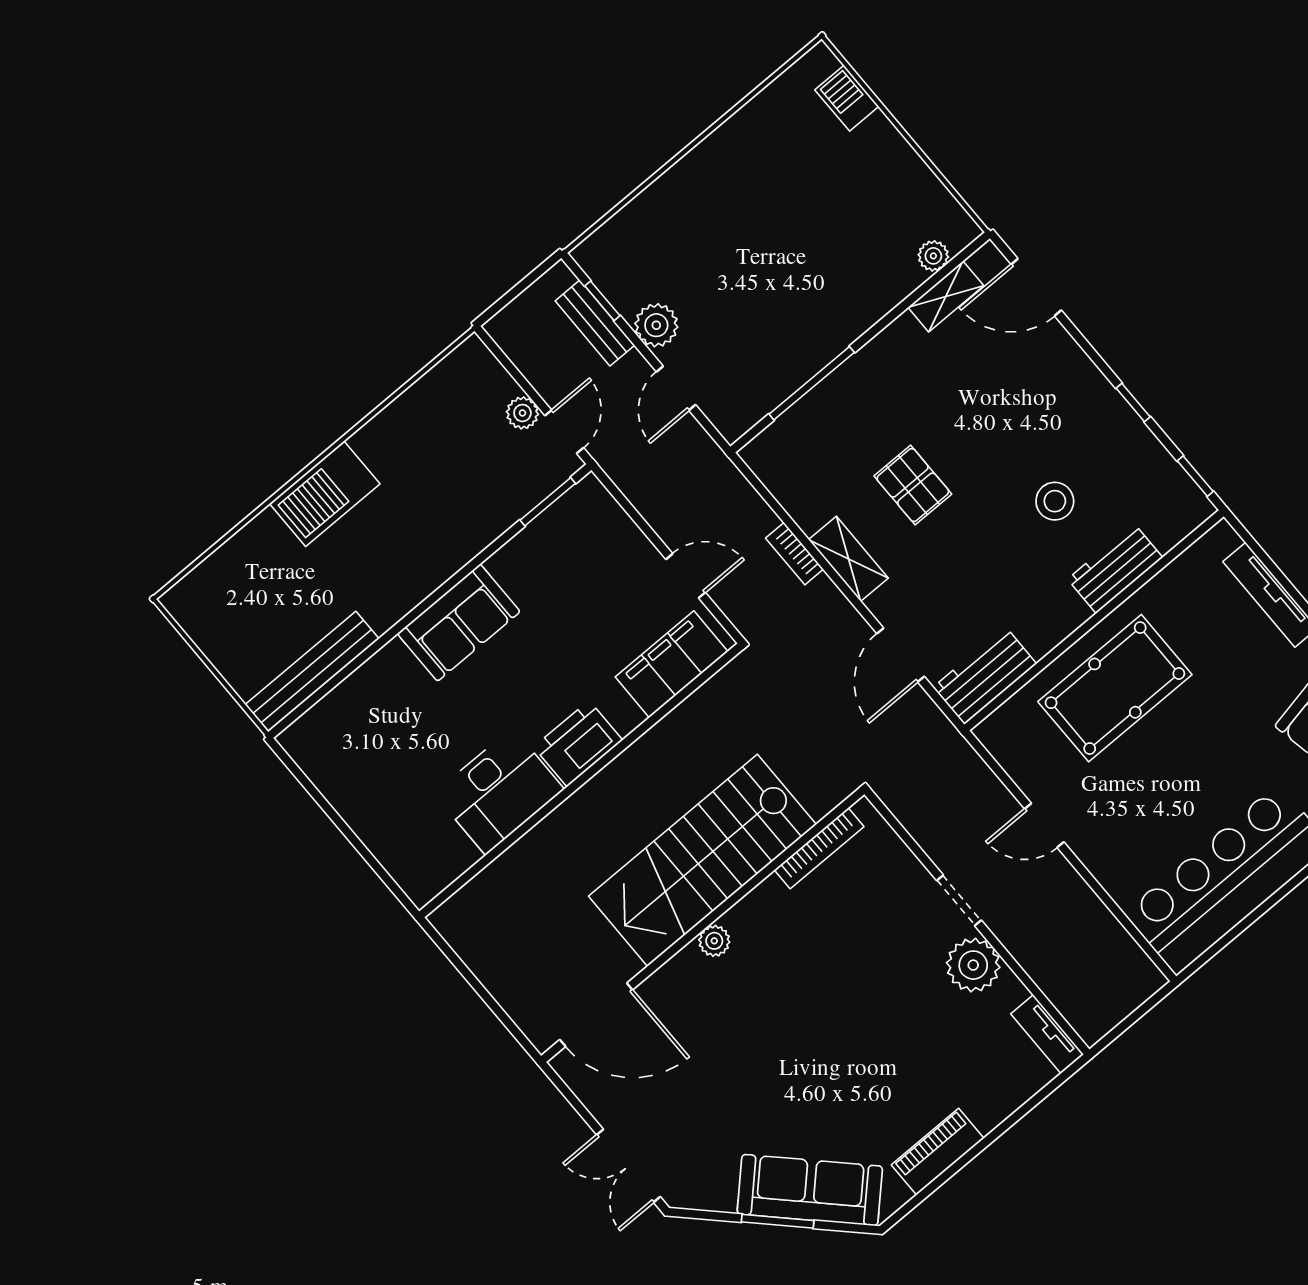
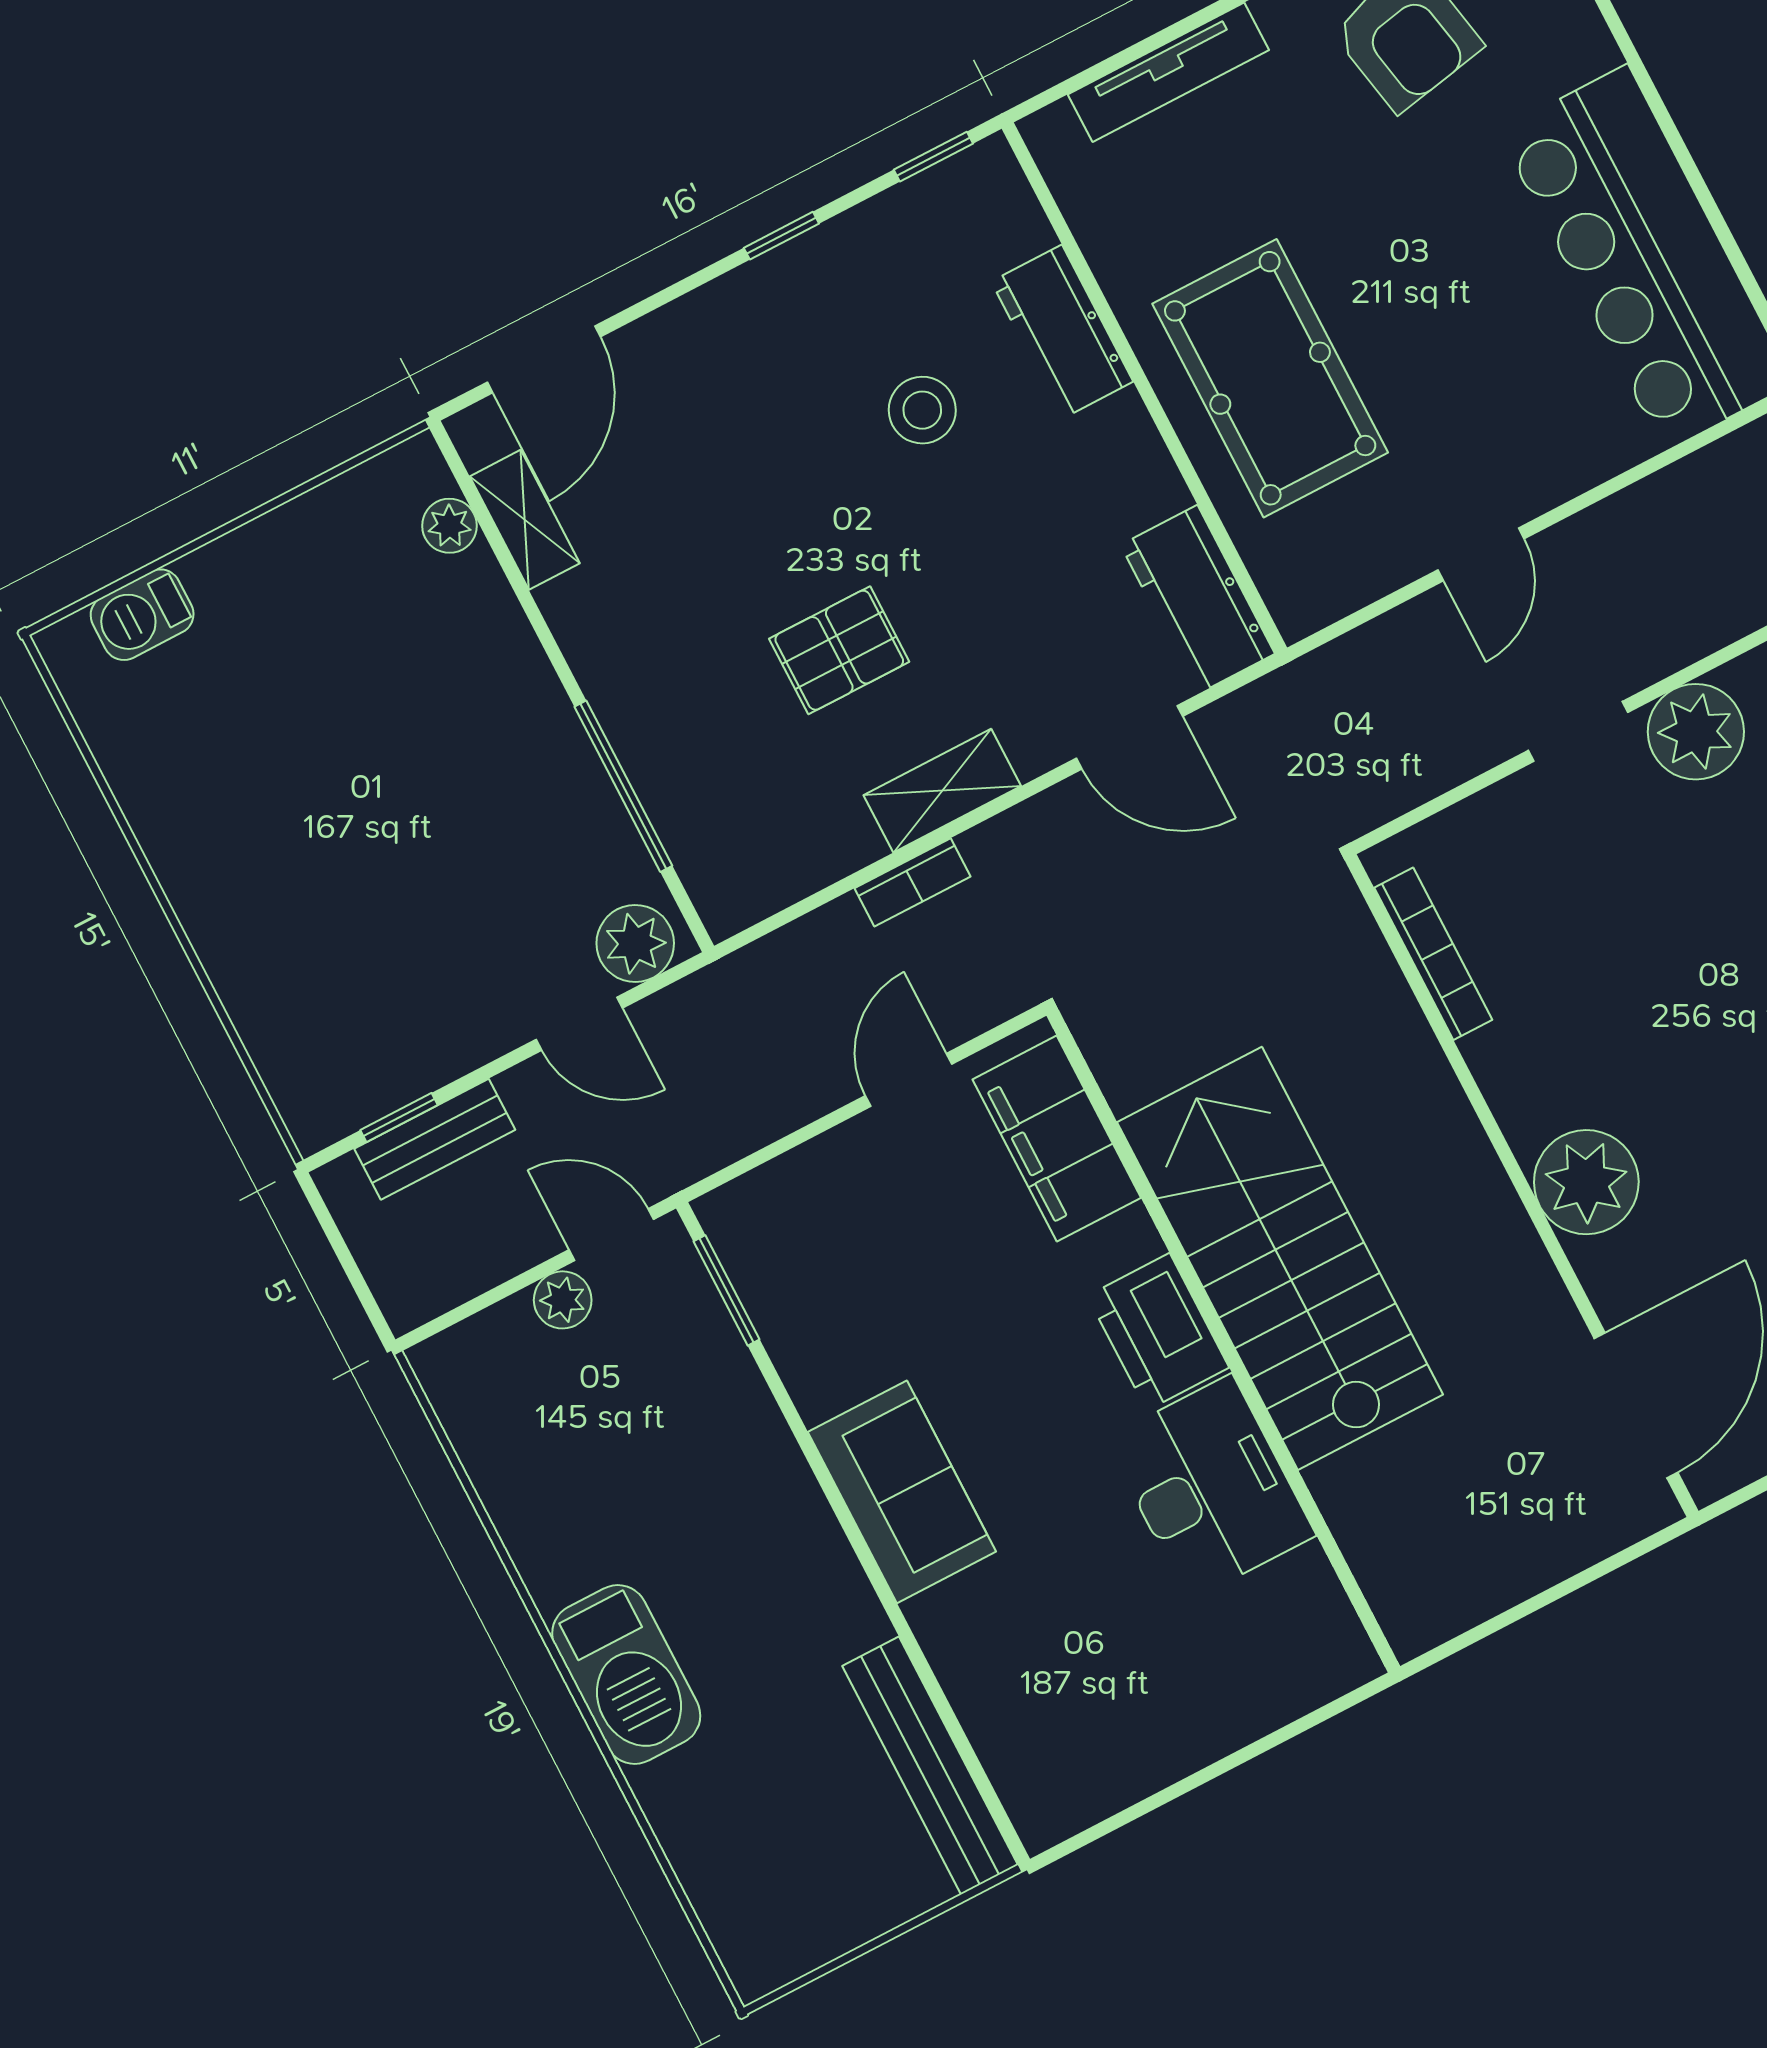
plant: (656, 325) -> (635, 943), moved
stairs: (702, 860) -> (1280, 1258), moved, turned 180
plant: (714, 941) -> (1586, 1182), width x1.87, depth x1.87

